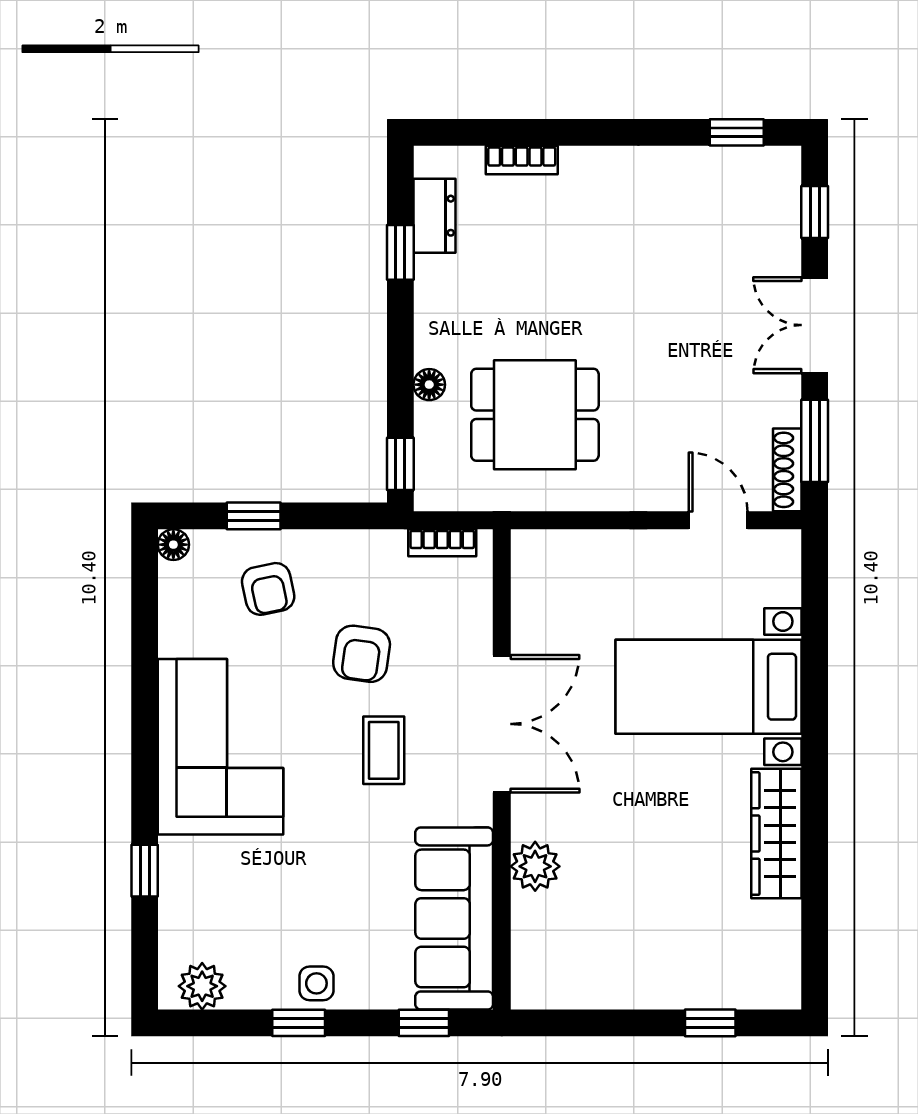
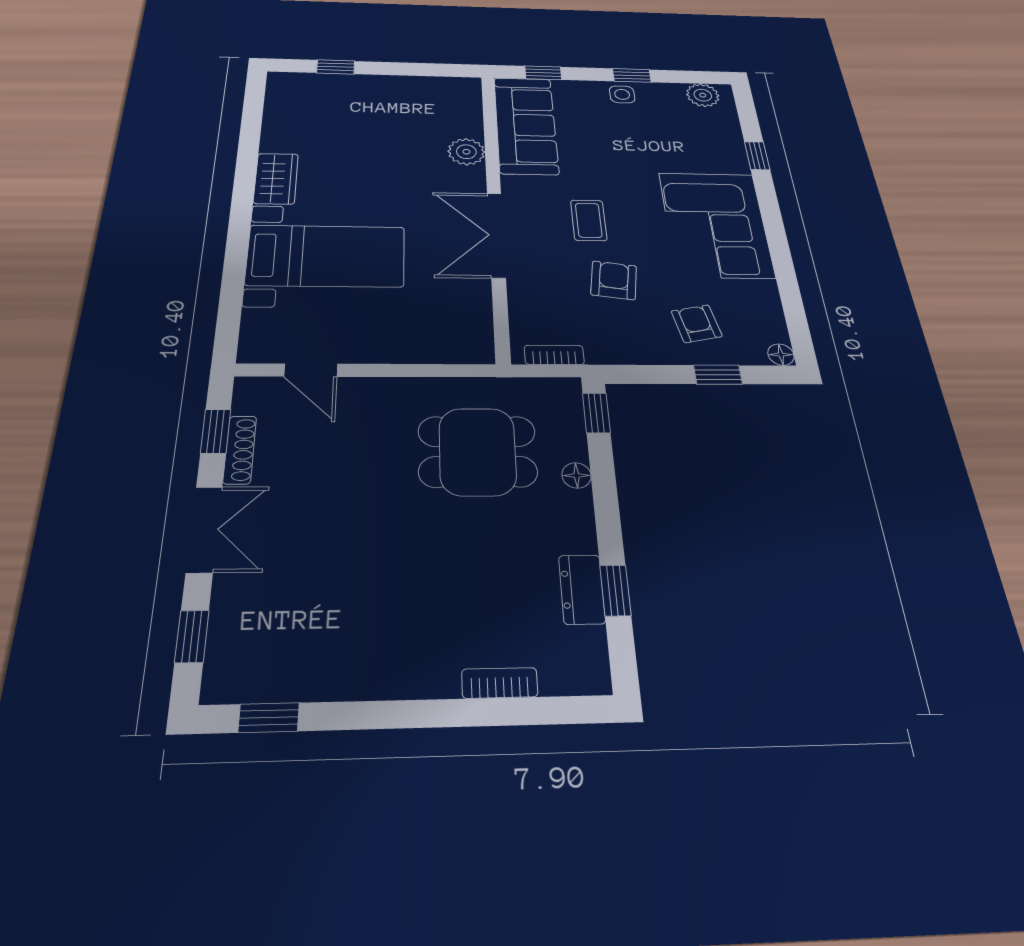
dresser: (434, 216) -> (582, 589), moved
window: (815, 441) -> (216, 431), width x0.67
shoe rack: (787, 470) -> (240, 450), moved
wardrobe: (776, 834) -> (276, 179), width x0.67

